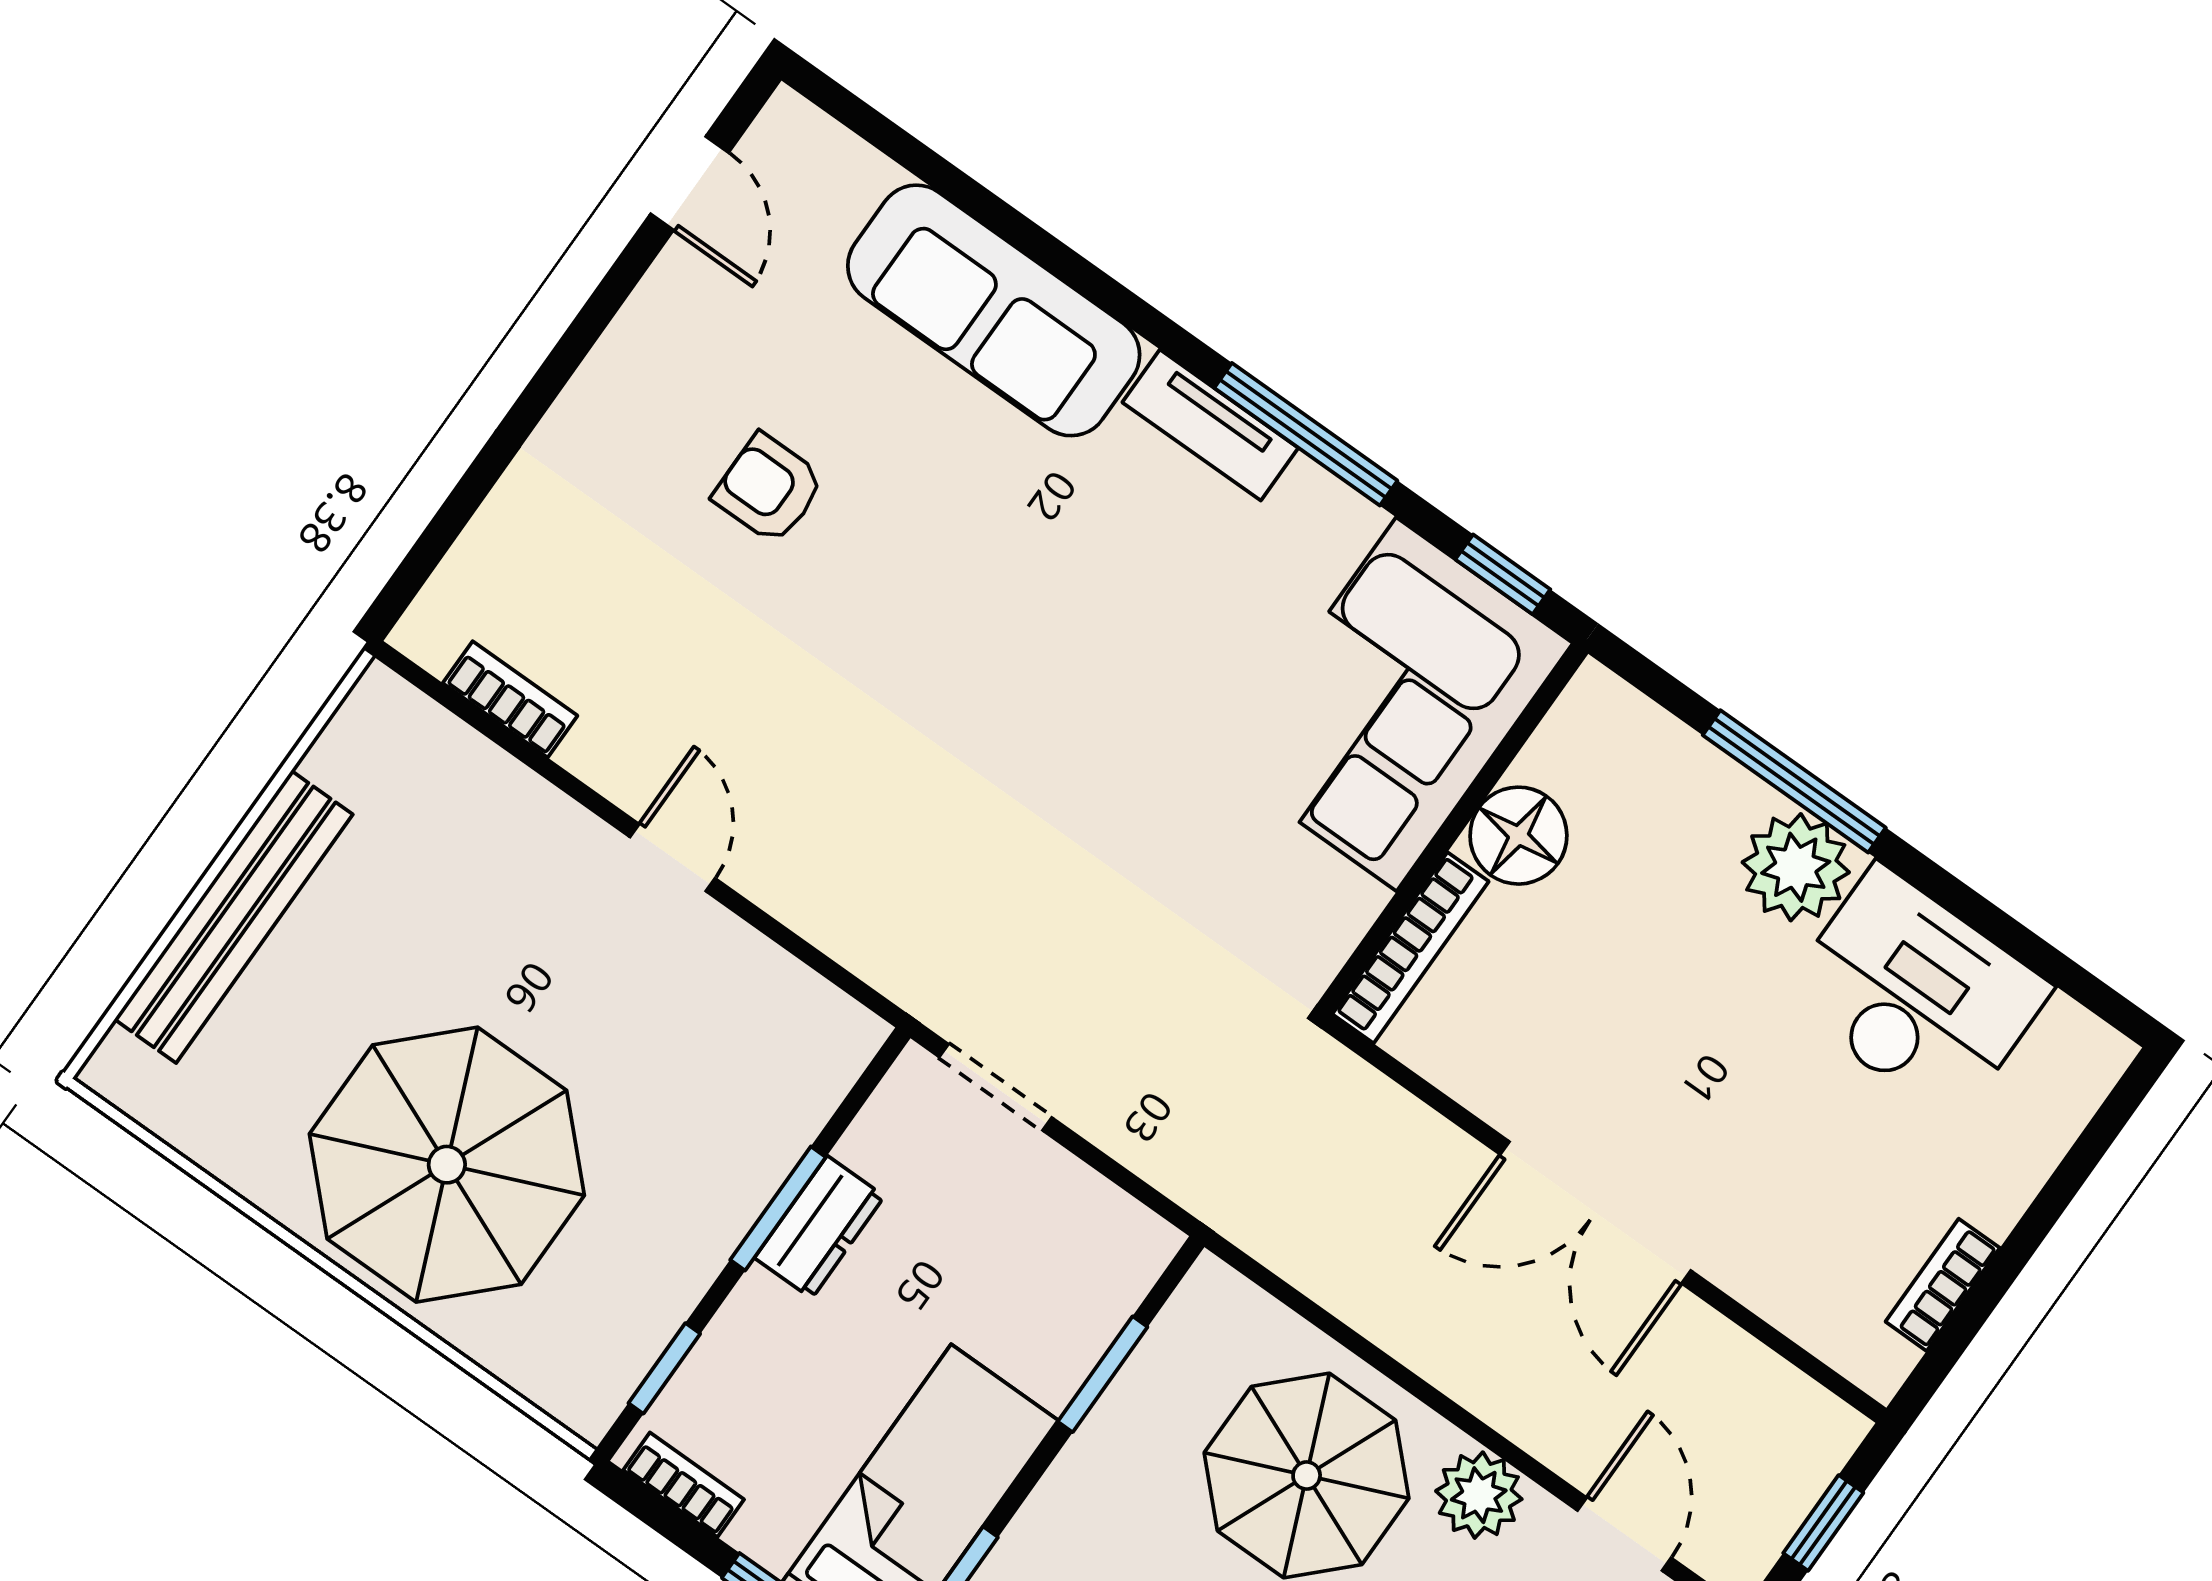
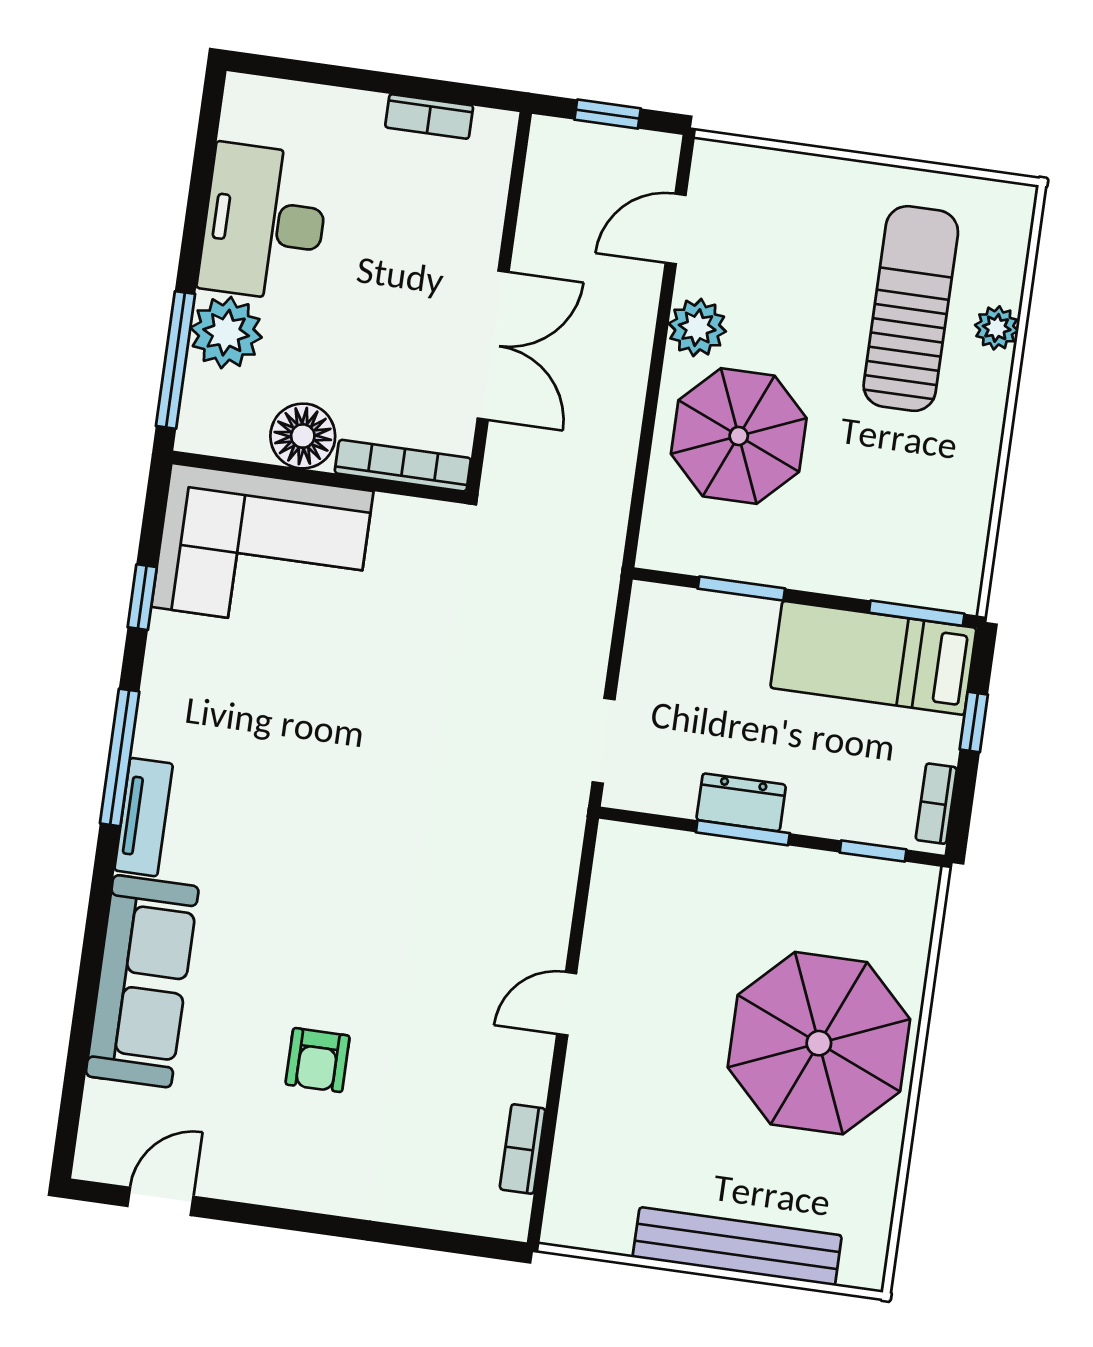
corner sofa: (1396, 704) -> (262, 549), moved
wall: (1453, 829) -> (319, 477), moved
floor lamp: (1518, 836) -> (303, 436), moved
bookcase: (1411, 948) -> (403, 466), moved

